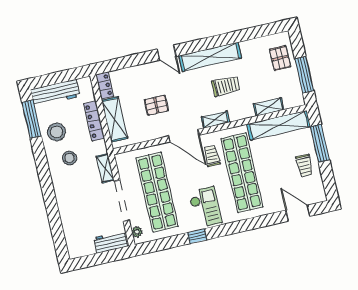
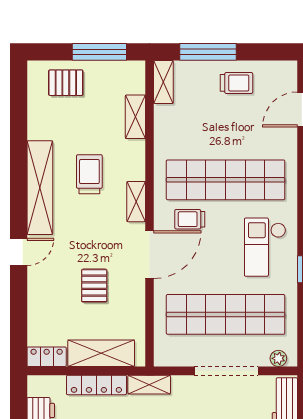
shelving: (279, 125) -> (163, 82), width x0.45, depth x0.75
shelving: (105, 168) -> (149, 385), moved
checkout: (205, 207) -> (265, 247), turned -90

